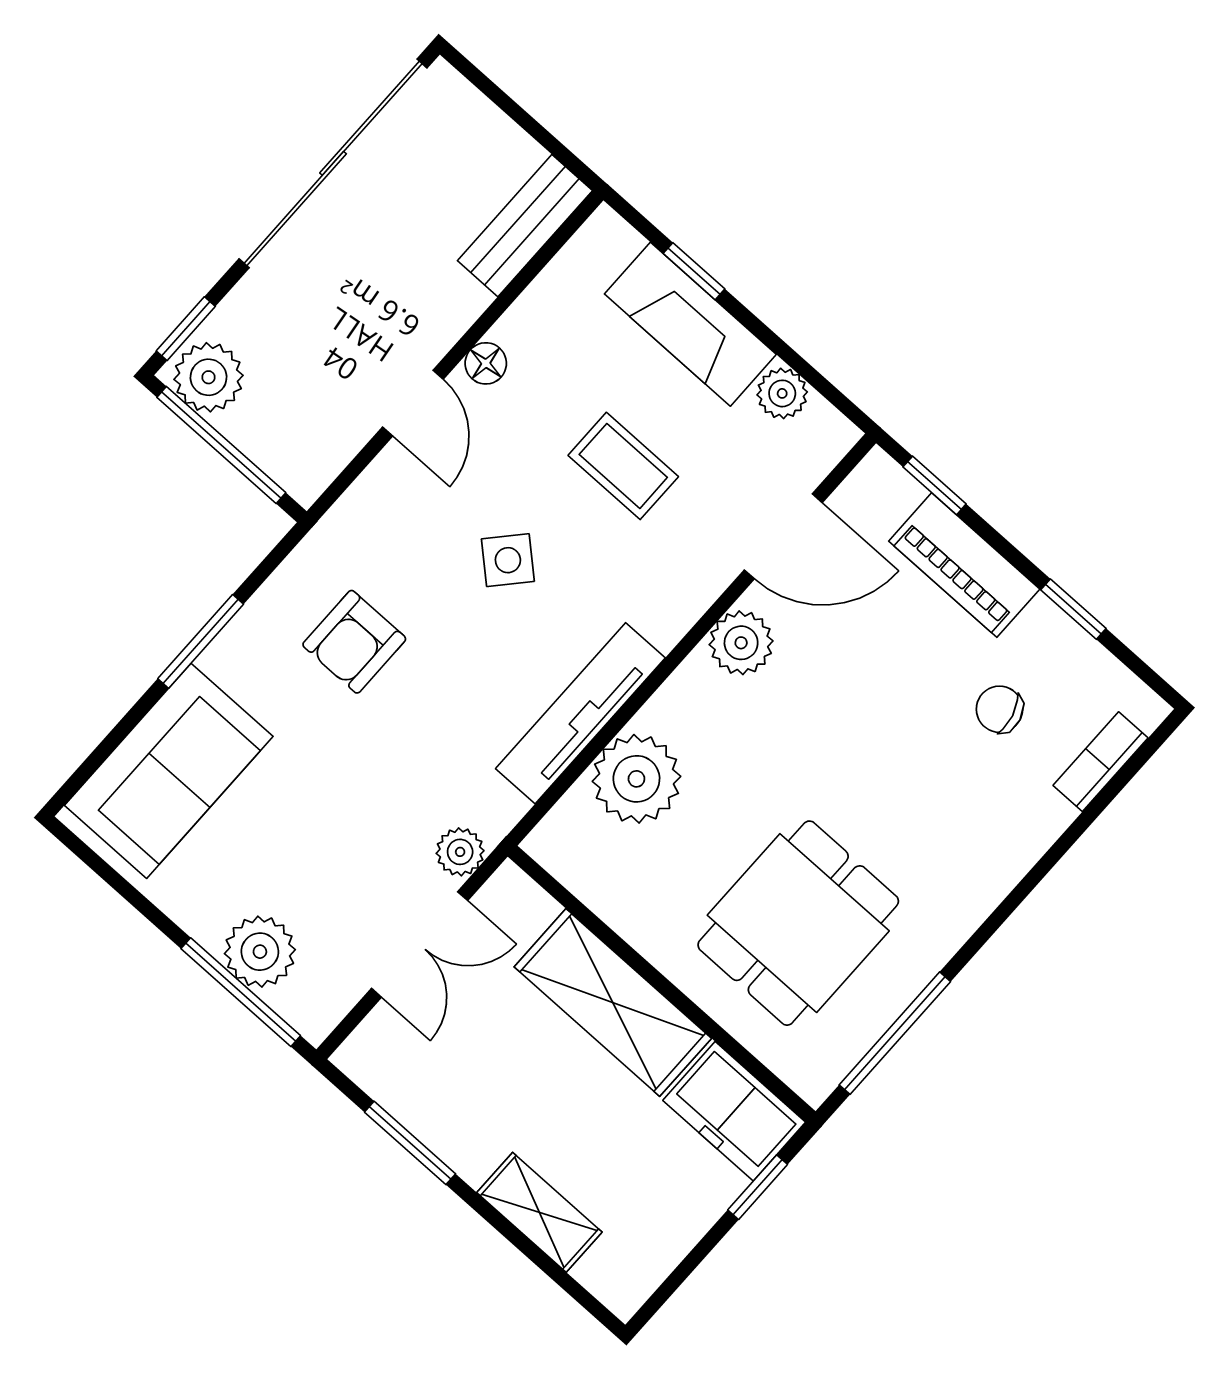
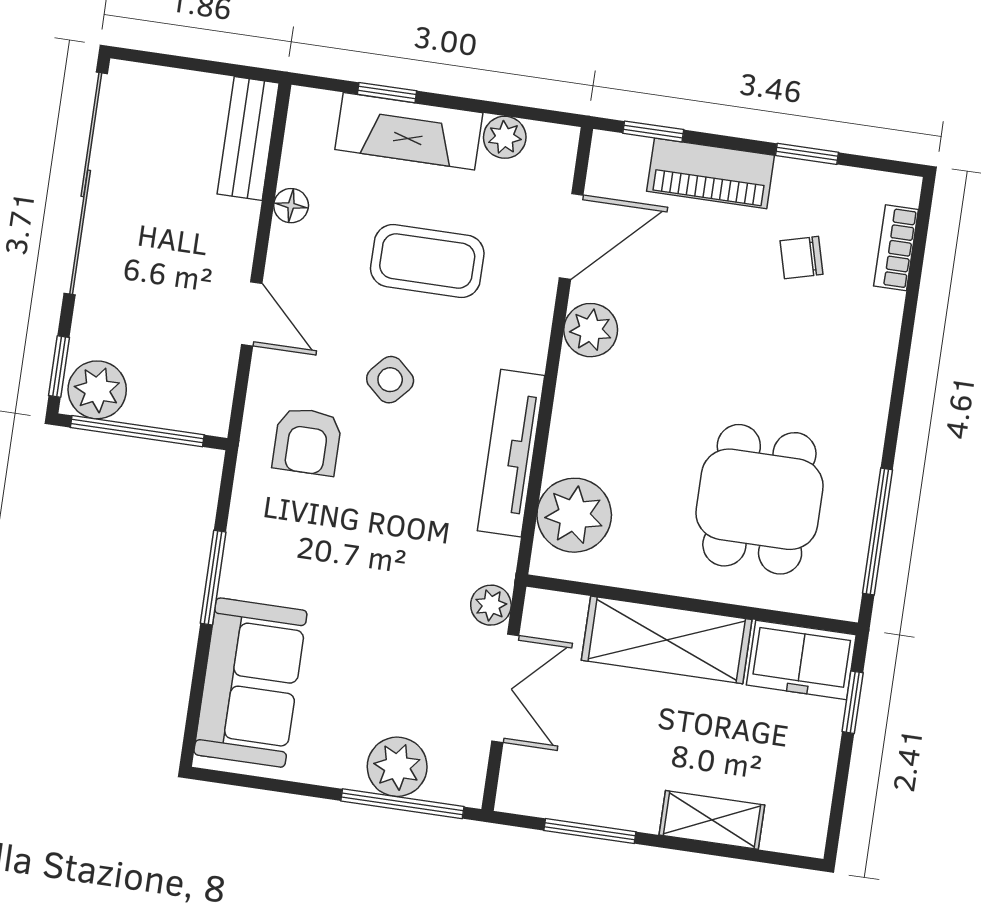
floor lamp: (486, 363) -> (291, 206), moved
coffee table: (623, 466) -> (427, 261), width x1.36, depth x1.30
armchair: (354, 642) -> (307, 441), moved
plant: (636, 779) -> (574, 515), moved

